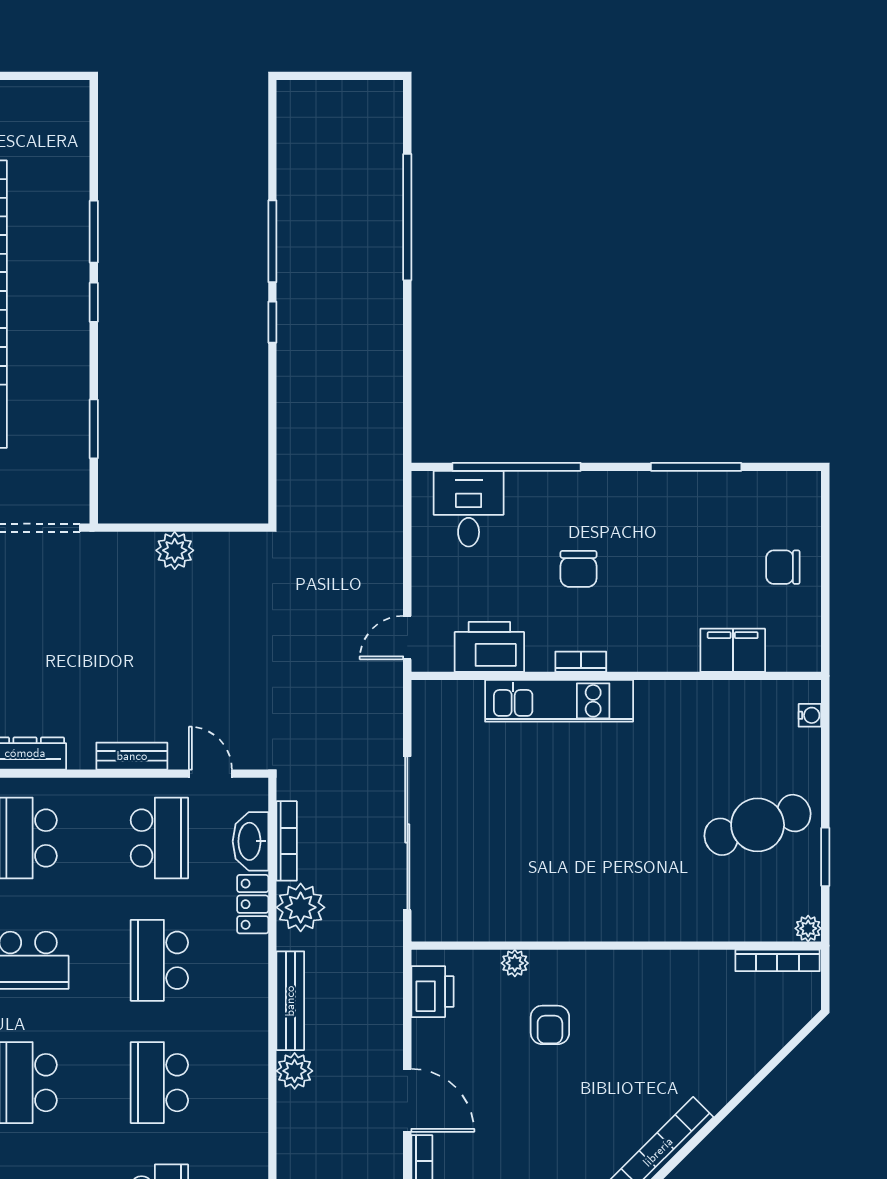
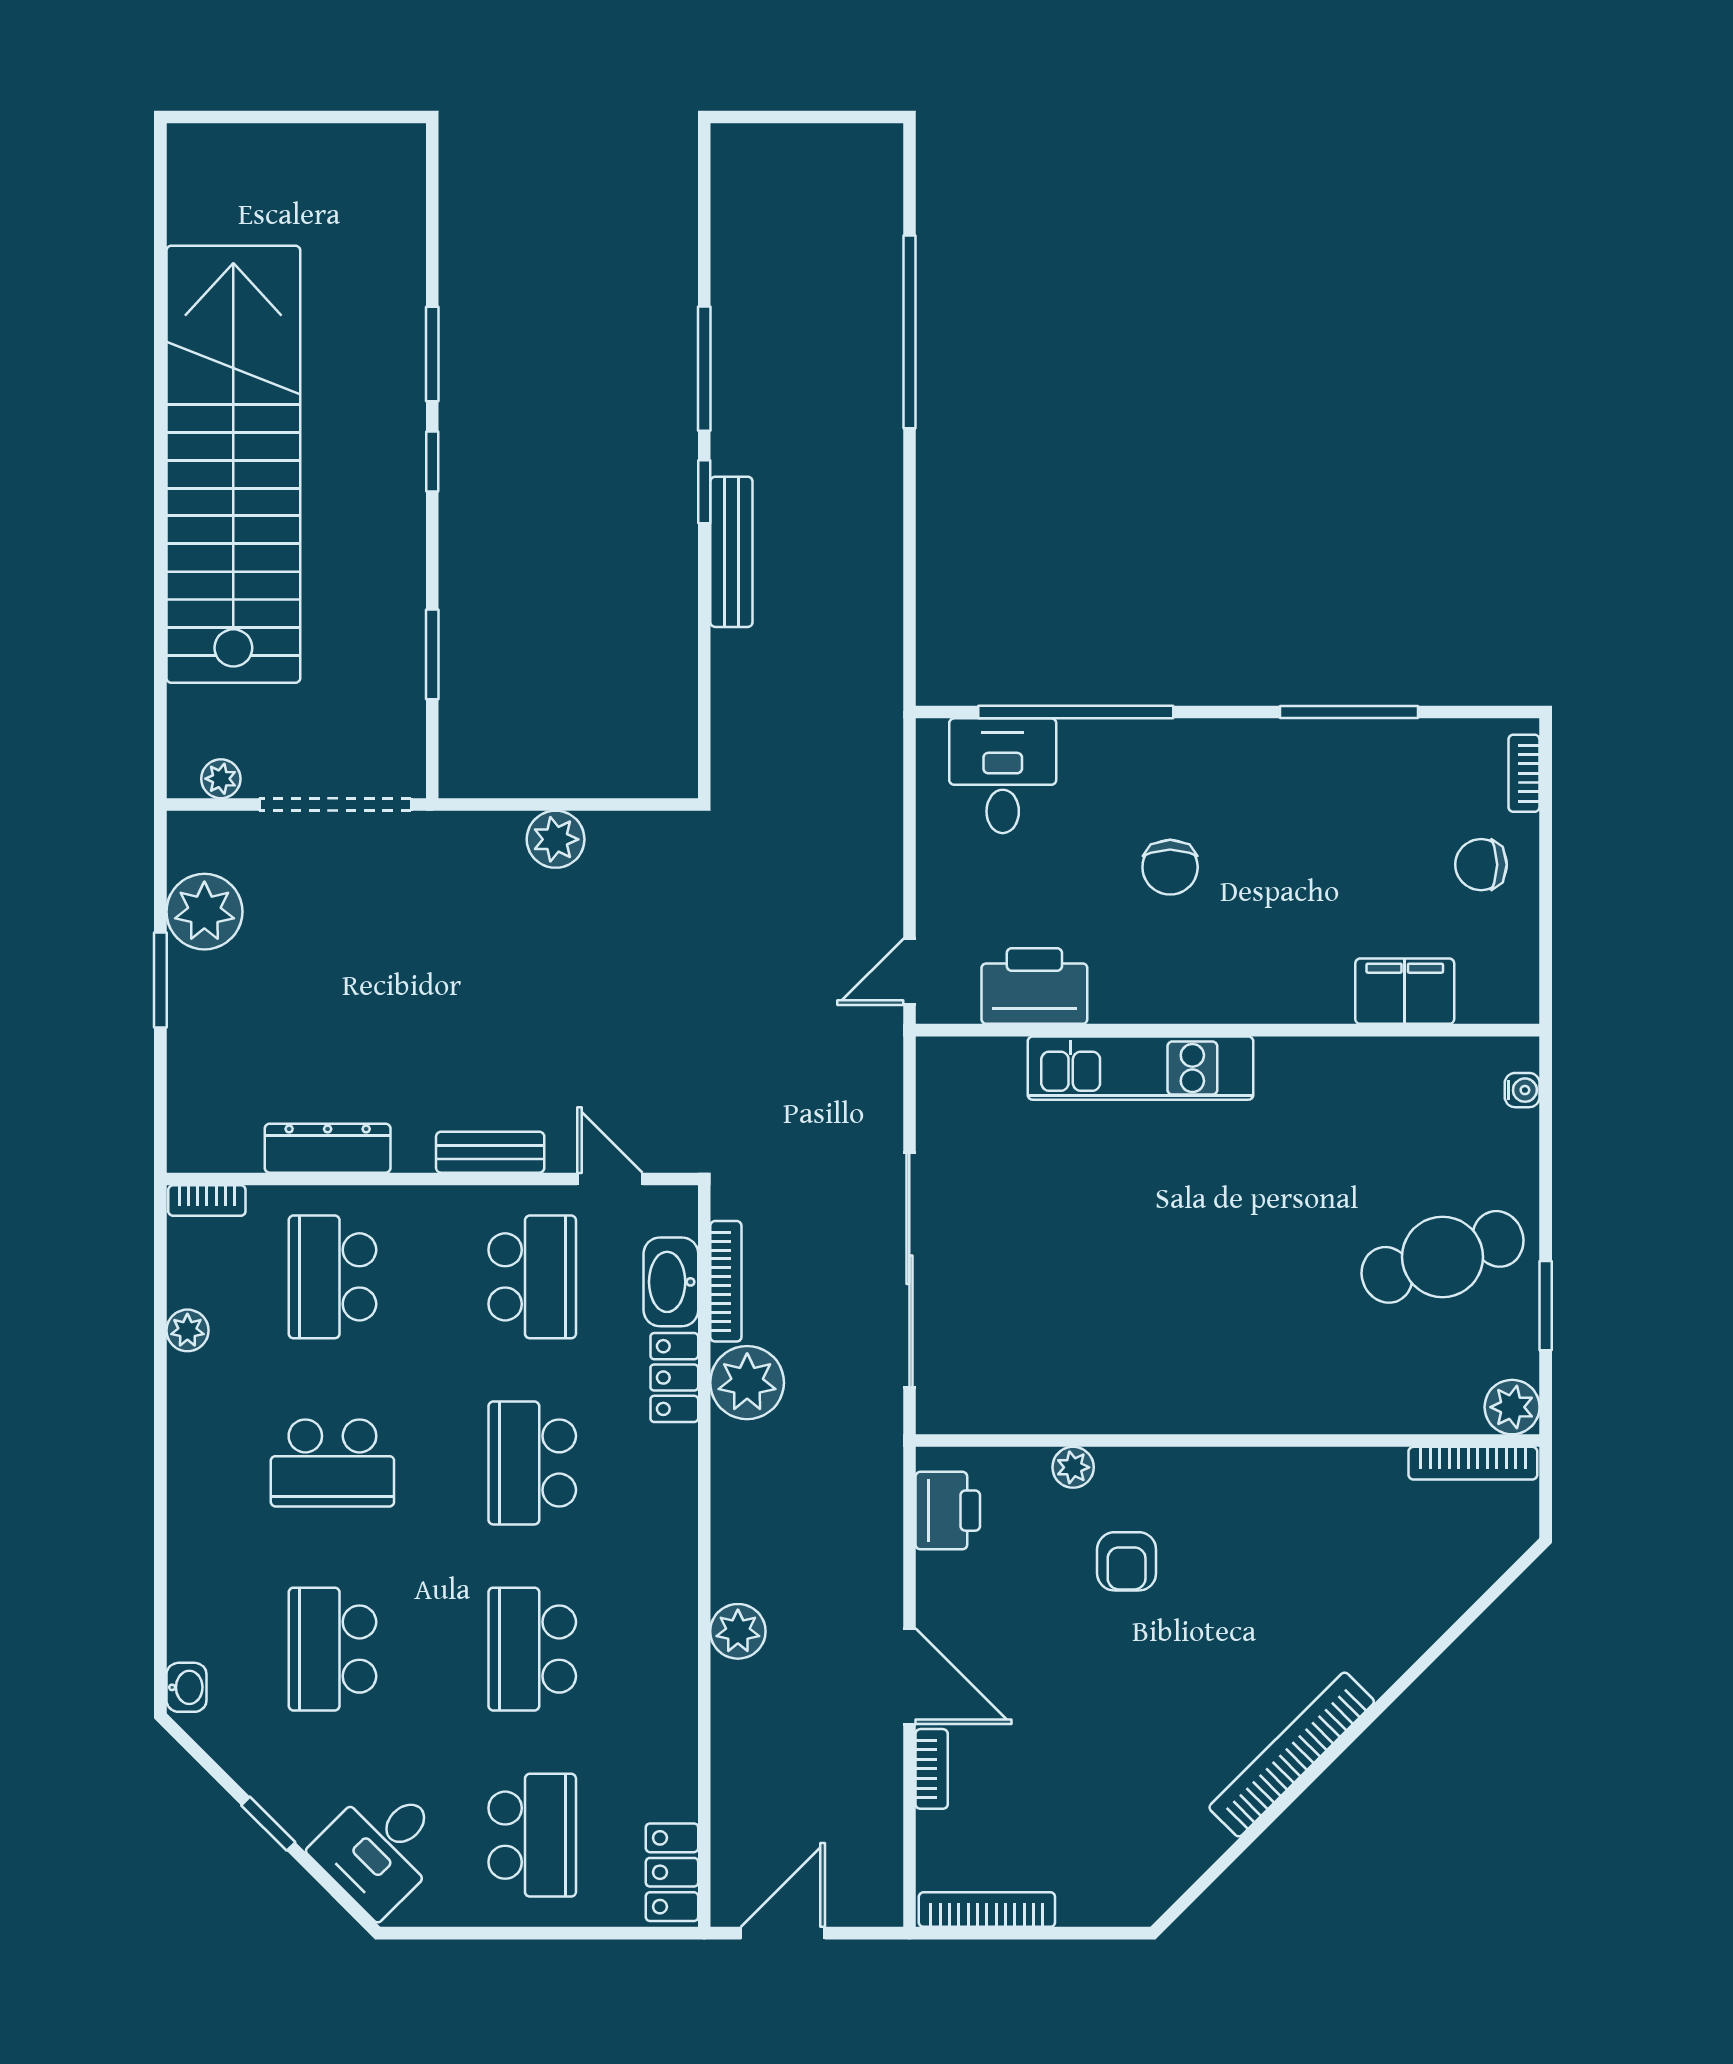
bookcase: (581, 662) -> (1524, 773), moved, turned -90
plant: (808, 928) -> (1512, 1407), width x1.38, depth x1.38
bench: (290, 1001) -> (731, 552), moved

